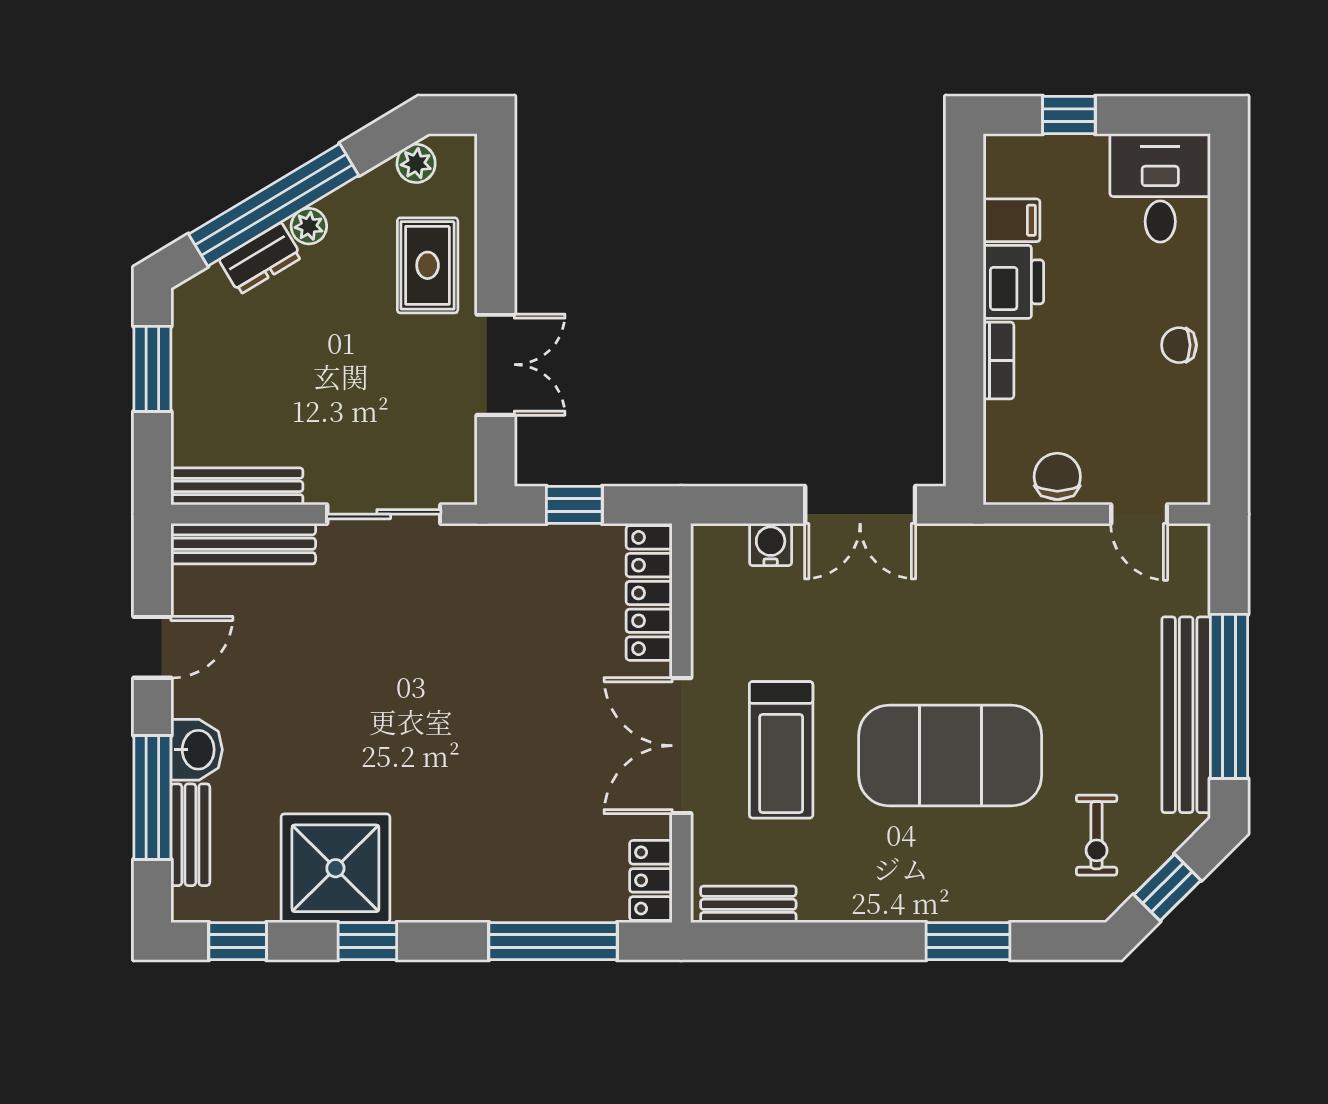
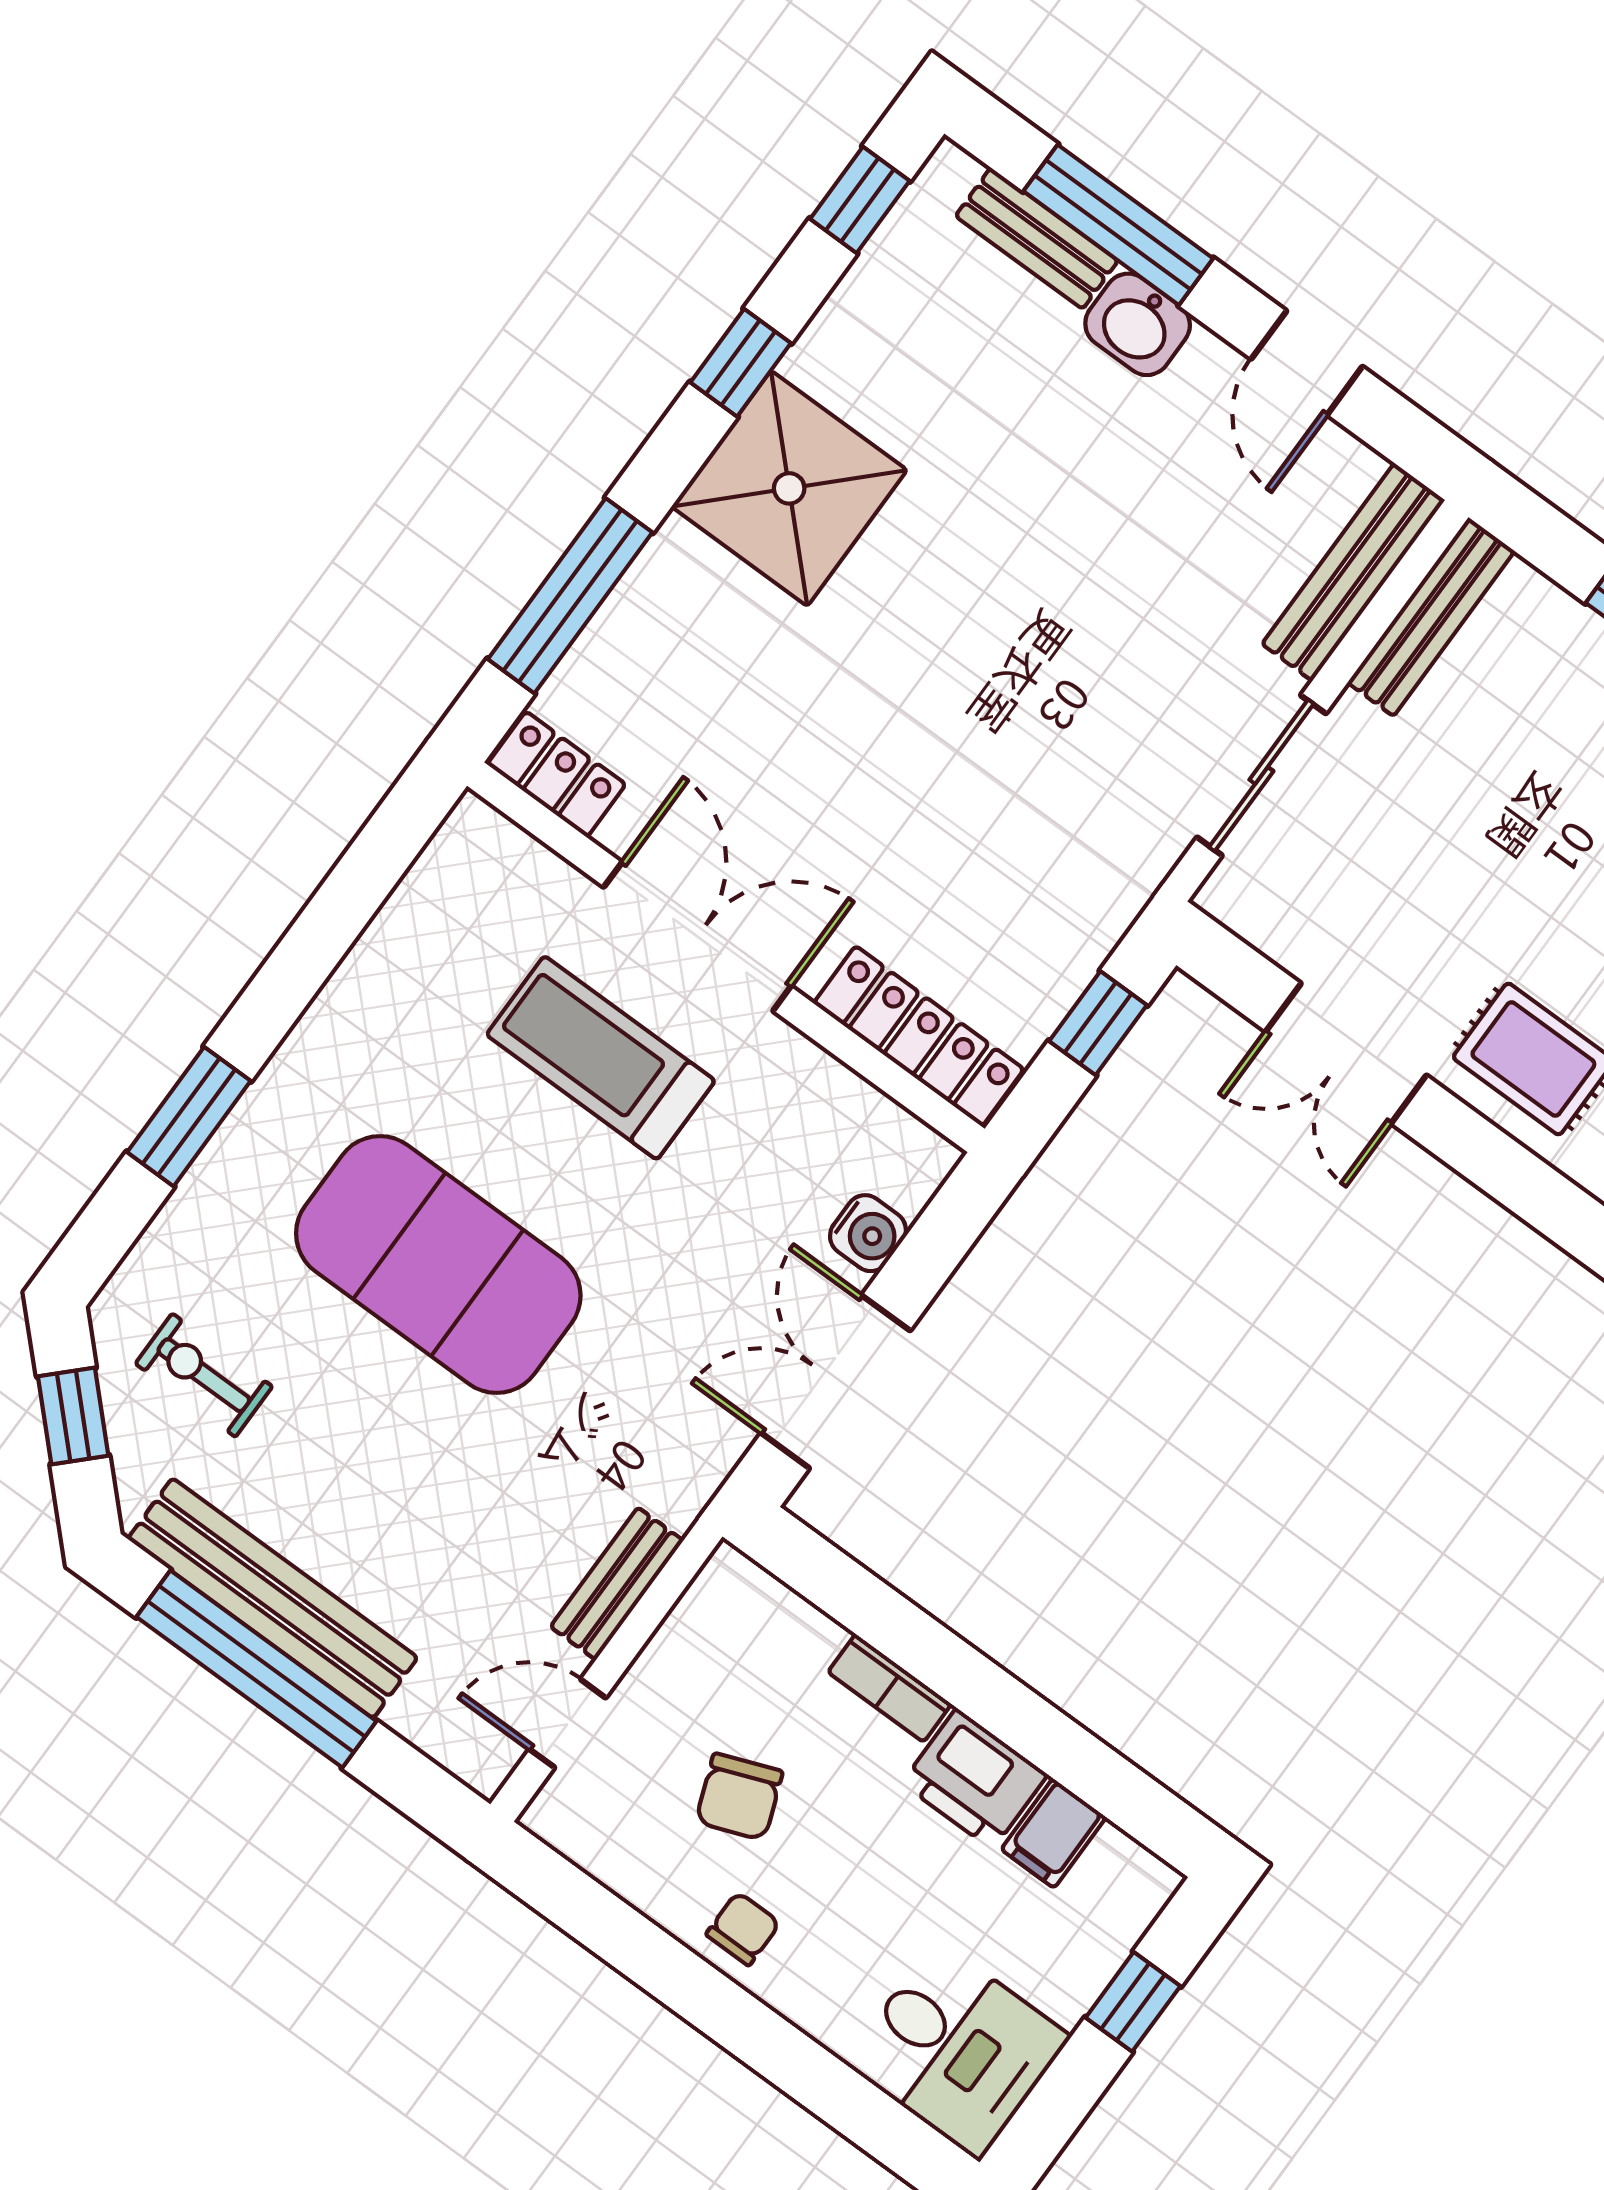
chair: (1057, 476) -> (739, 1797), moved, turned 69
exercise mat: (950, 756) -> (438, 1265), turned 90
shower: (335, 868) -> (789, 488), moved
bench: (748, 904) -> (617, 1584), moved

